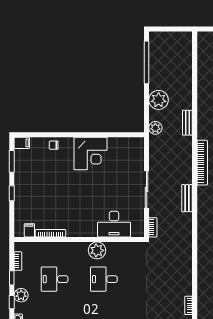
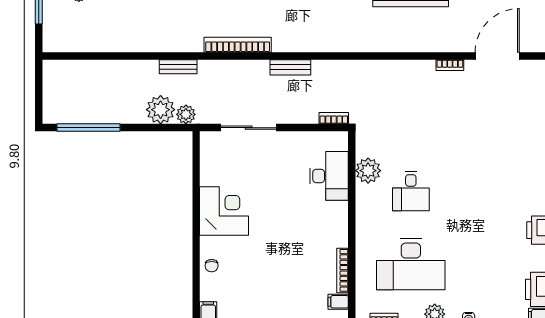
plant: (159, 100) -> (161, 110), moved
sliding door: (147, 189) -> (249, 128), moved
plant: (97, 250) -> (368, 171), moved
desk: (55, 279) -> (411, 264), width x1.87, depth x1.30

